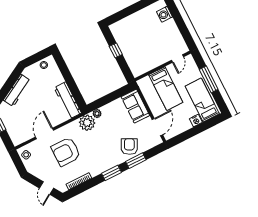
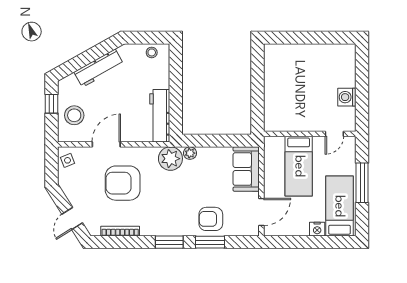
washing machine: (165, 14) -> (347, 97), moved
window: (116, 50) -> (258, 81), removed
stool: (17, 126) -> (74, 115), added
armchair: (129, 147) -> (211, 219), turned -117

